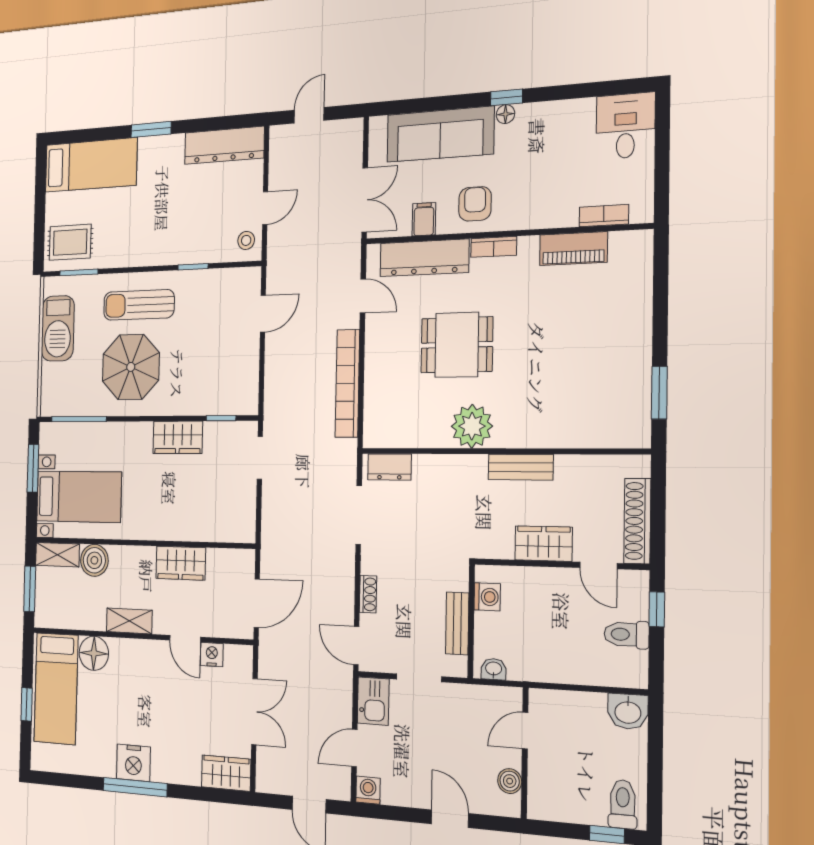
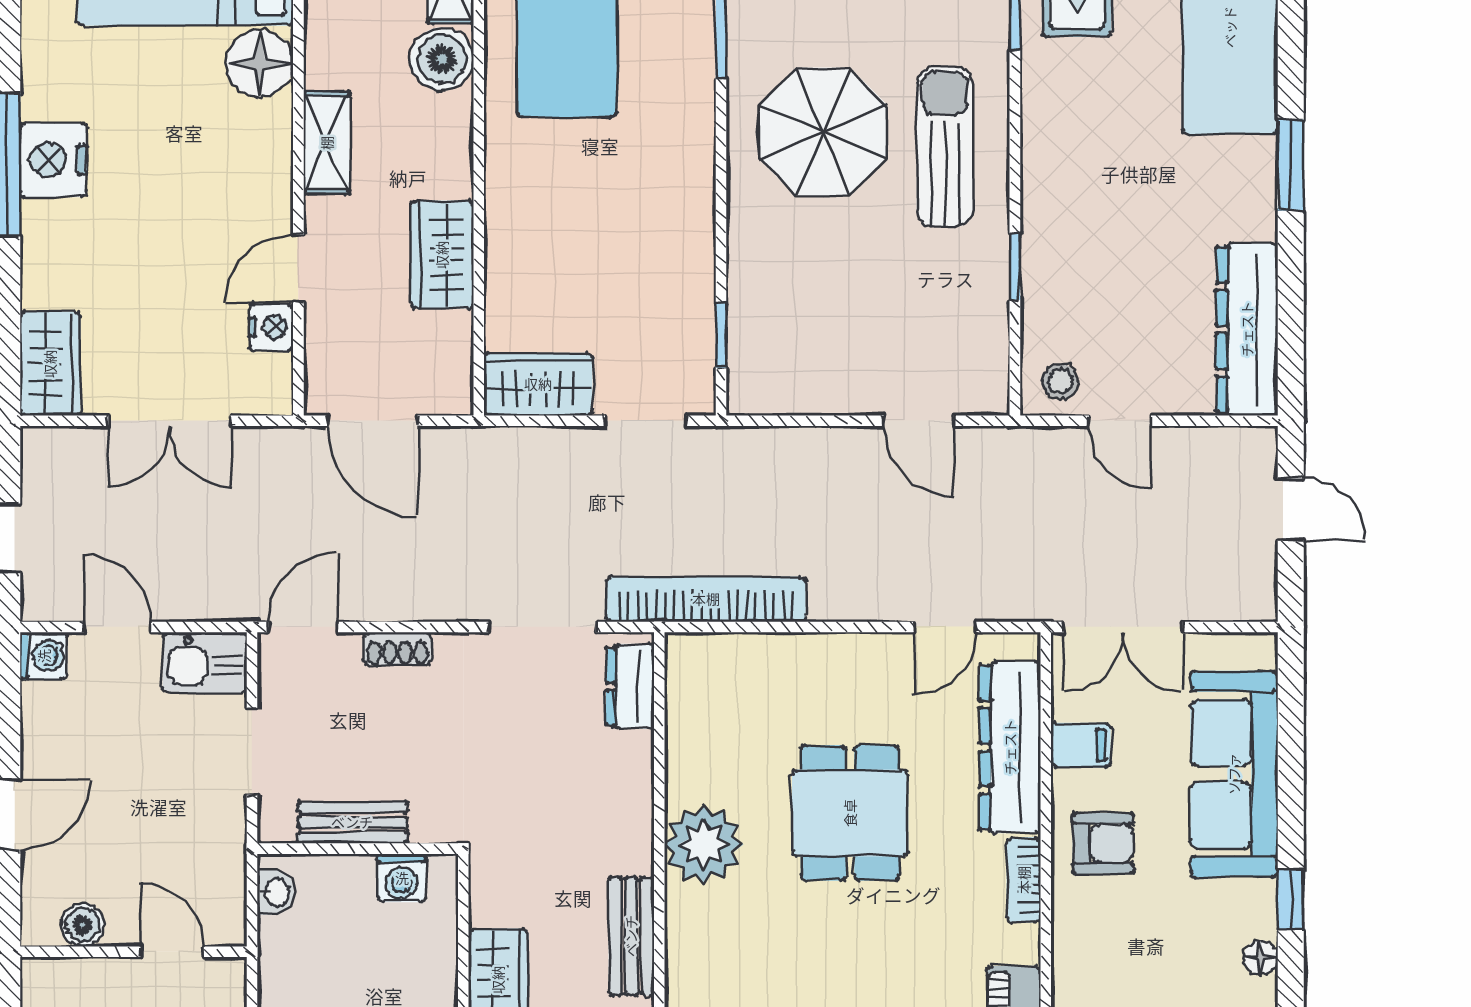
floor lamp: (505, 114) -> (1261, 957), moved
bookcase: (347, 383) -> (706, 599), moved
wardrobe: (178, 437) -> (538, 384), moved, turned 90

